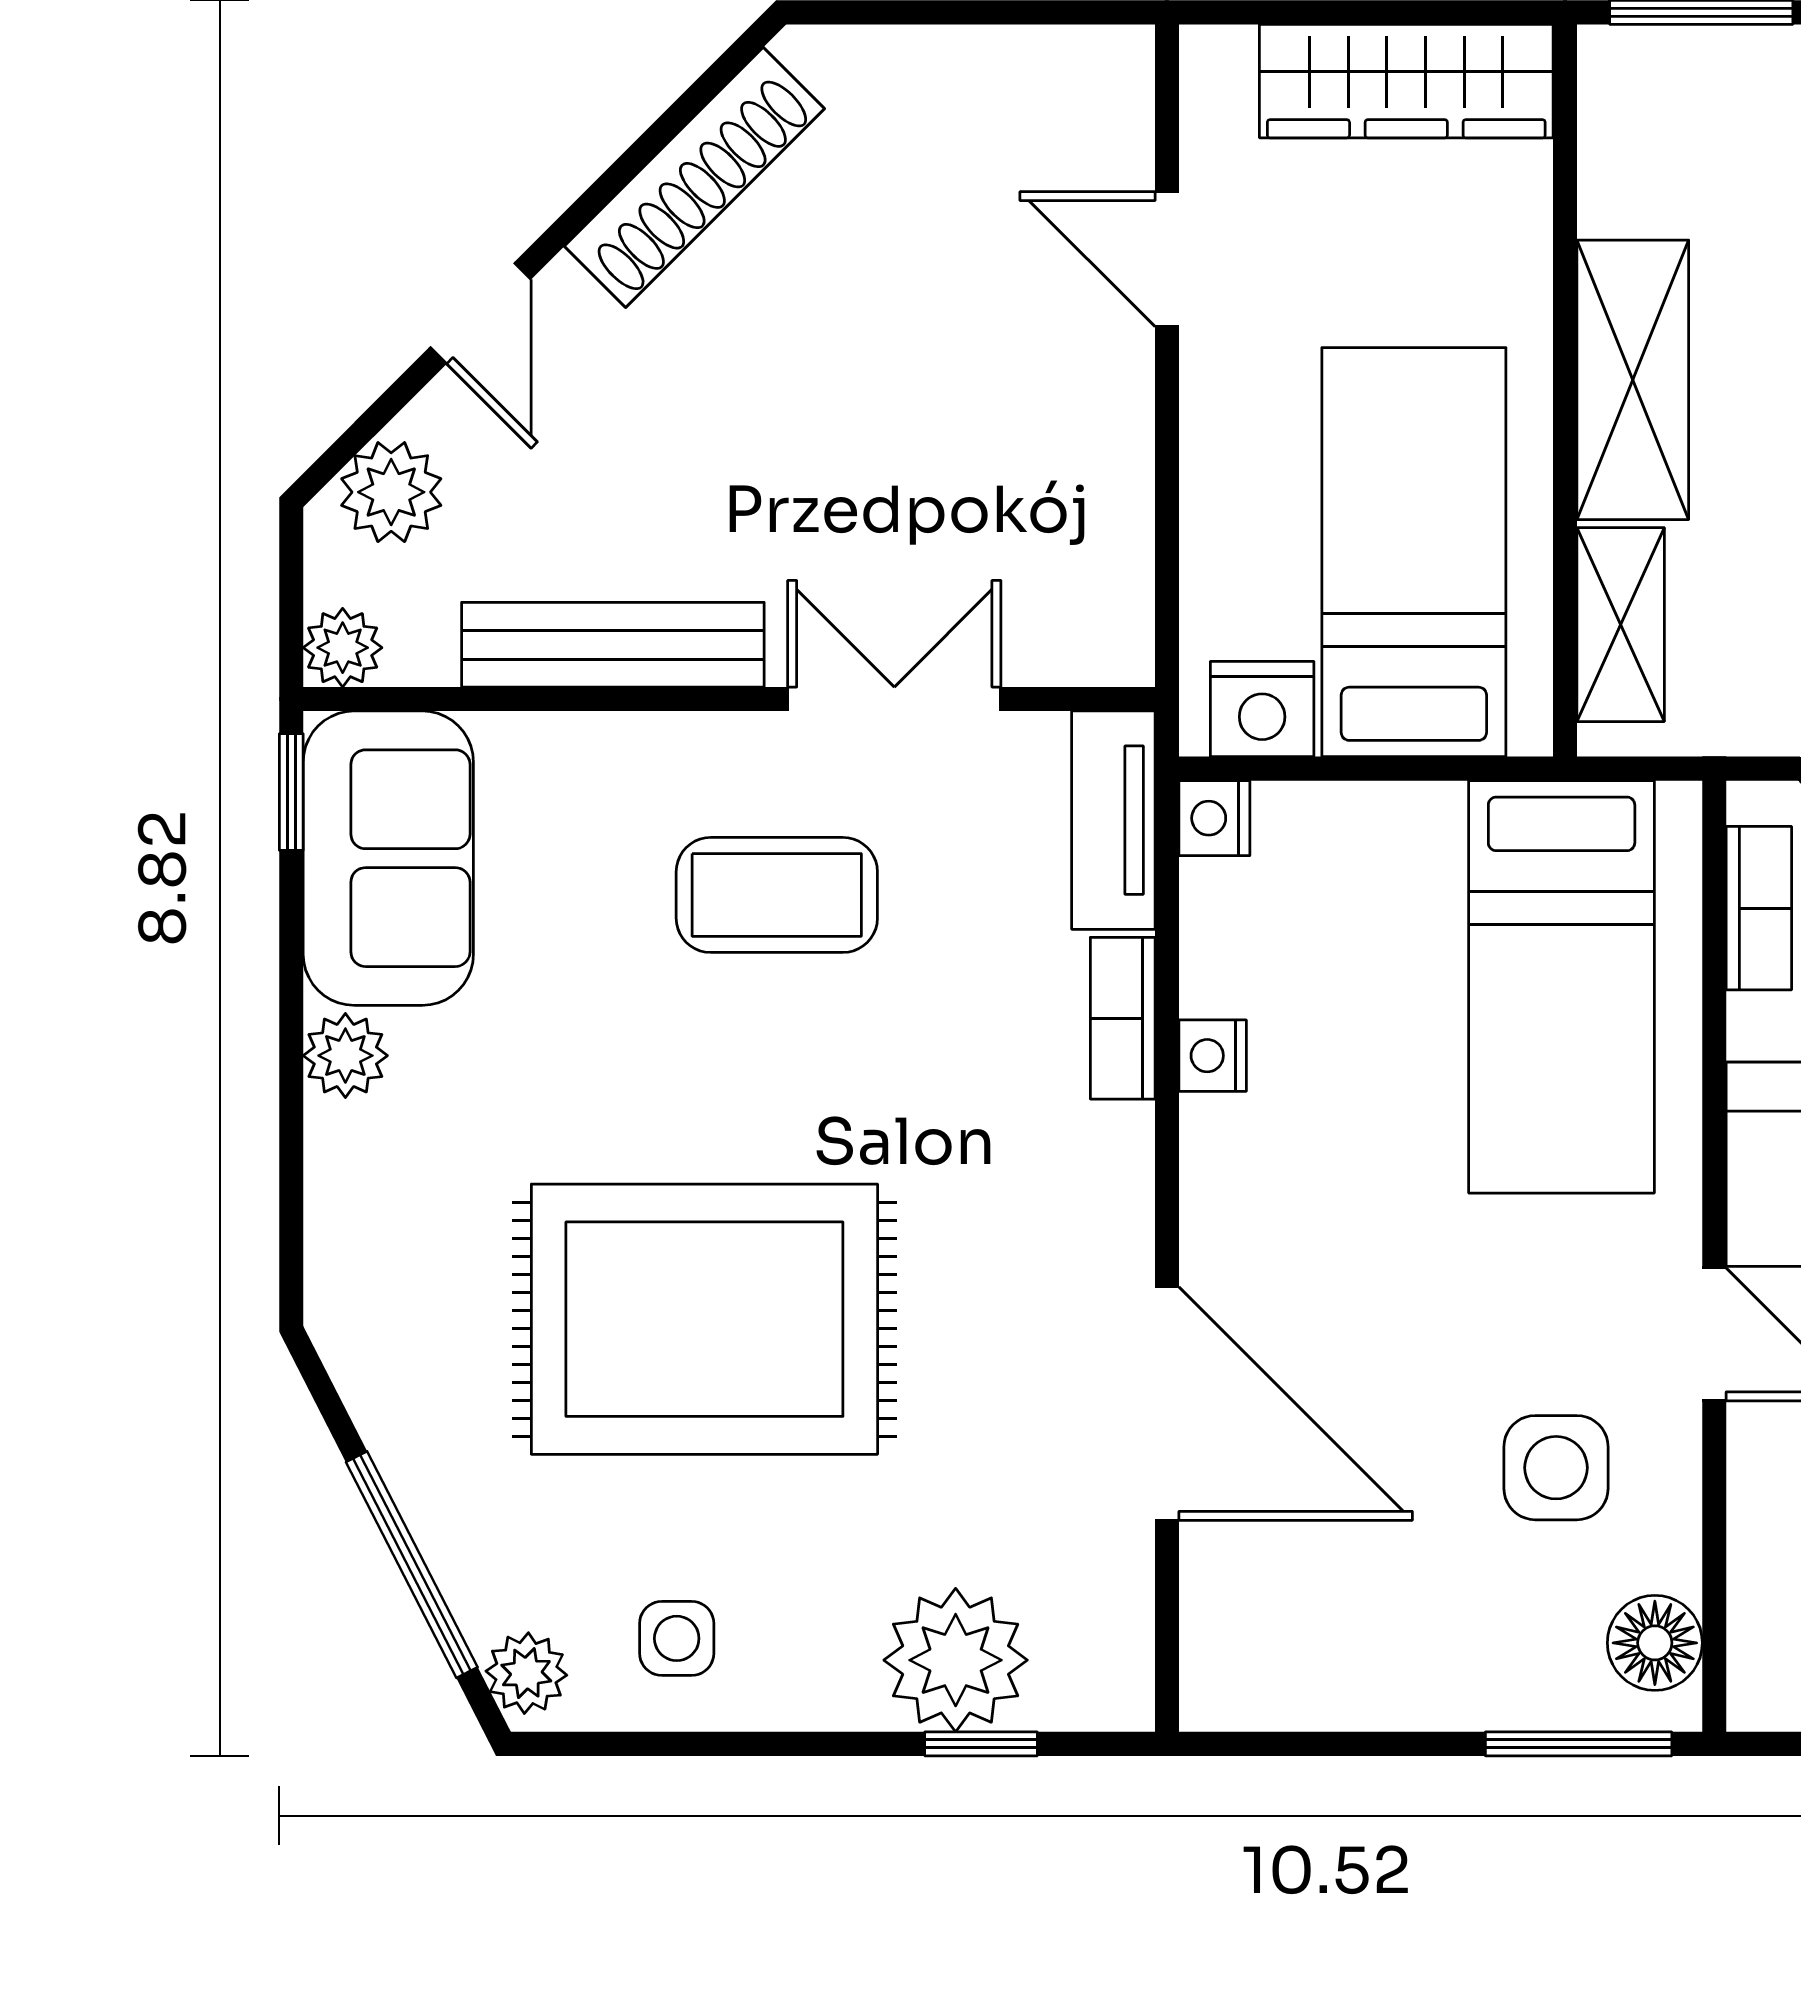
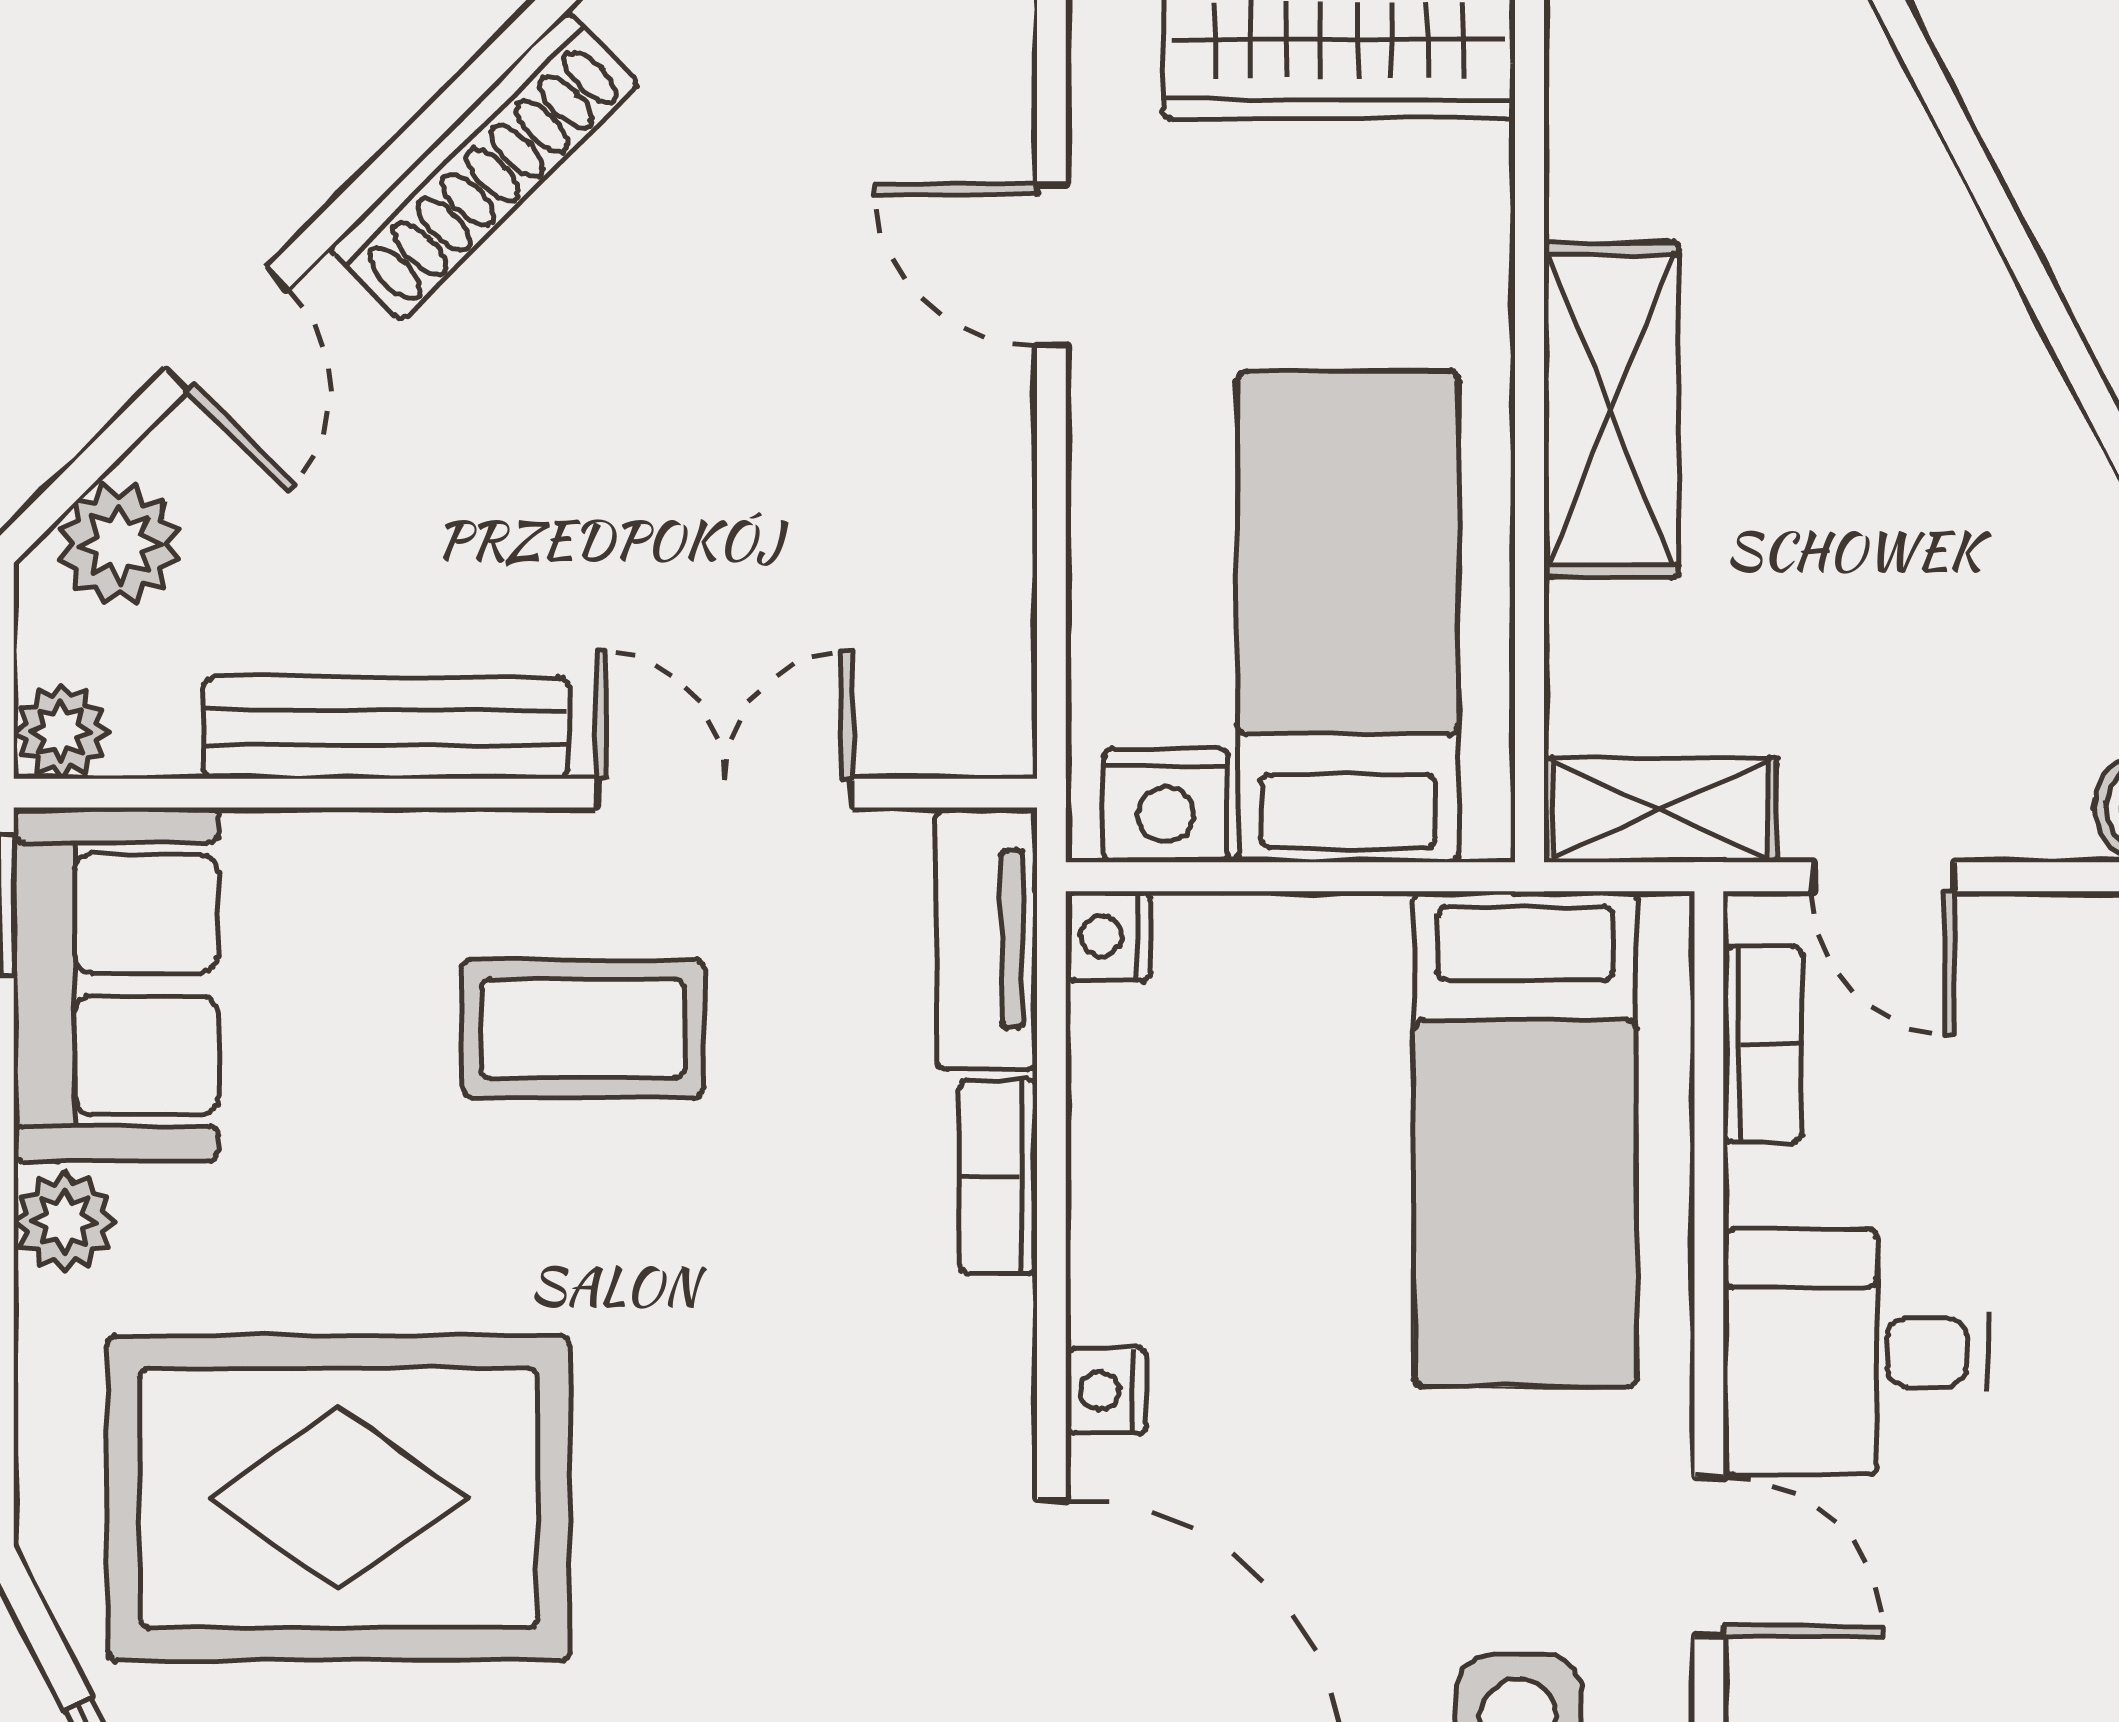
shelving: (1621, 625) -> (1660, 810), moved, turned 90
nightstand: (1213, 1056) -> (1106, 1391), moved
rug: (704, 1319) -> (339, 1498), moved

